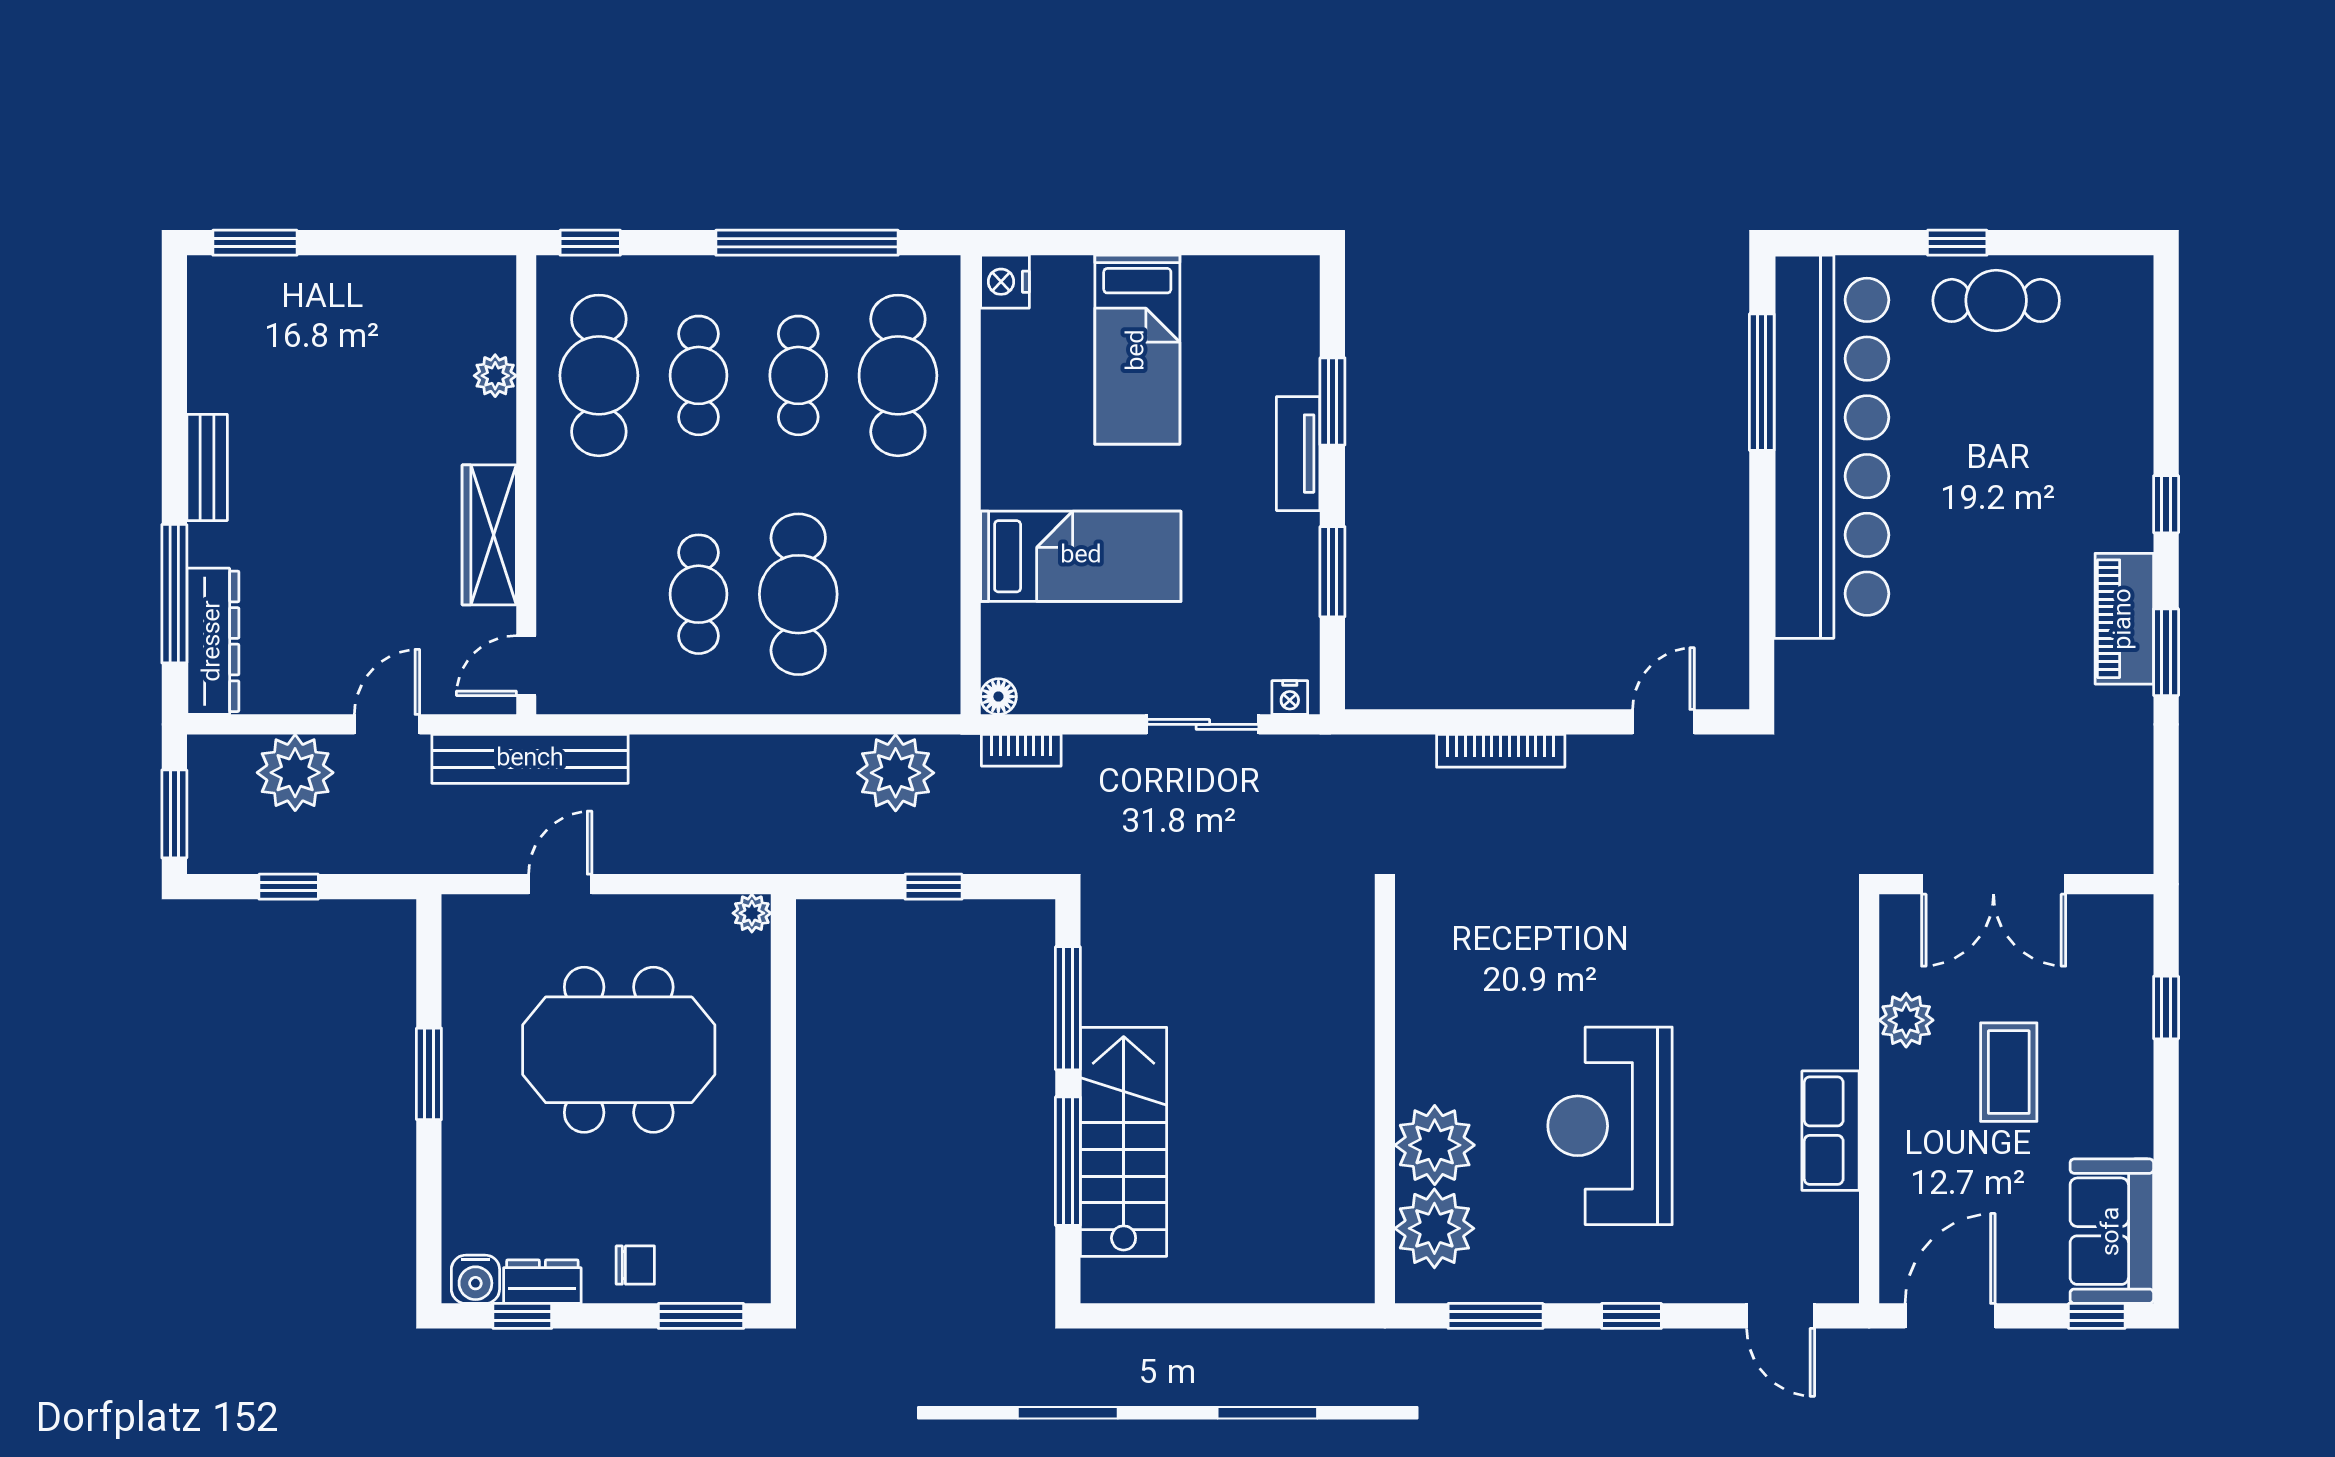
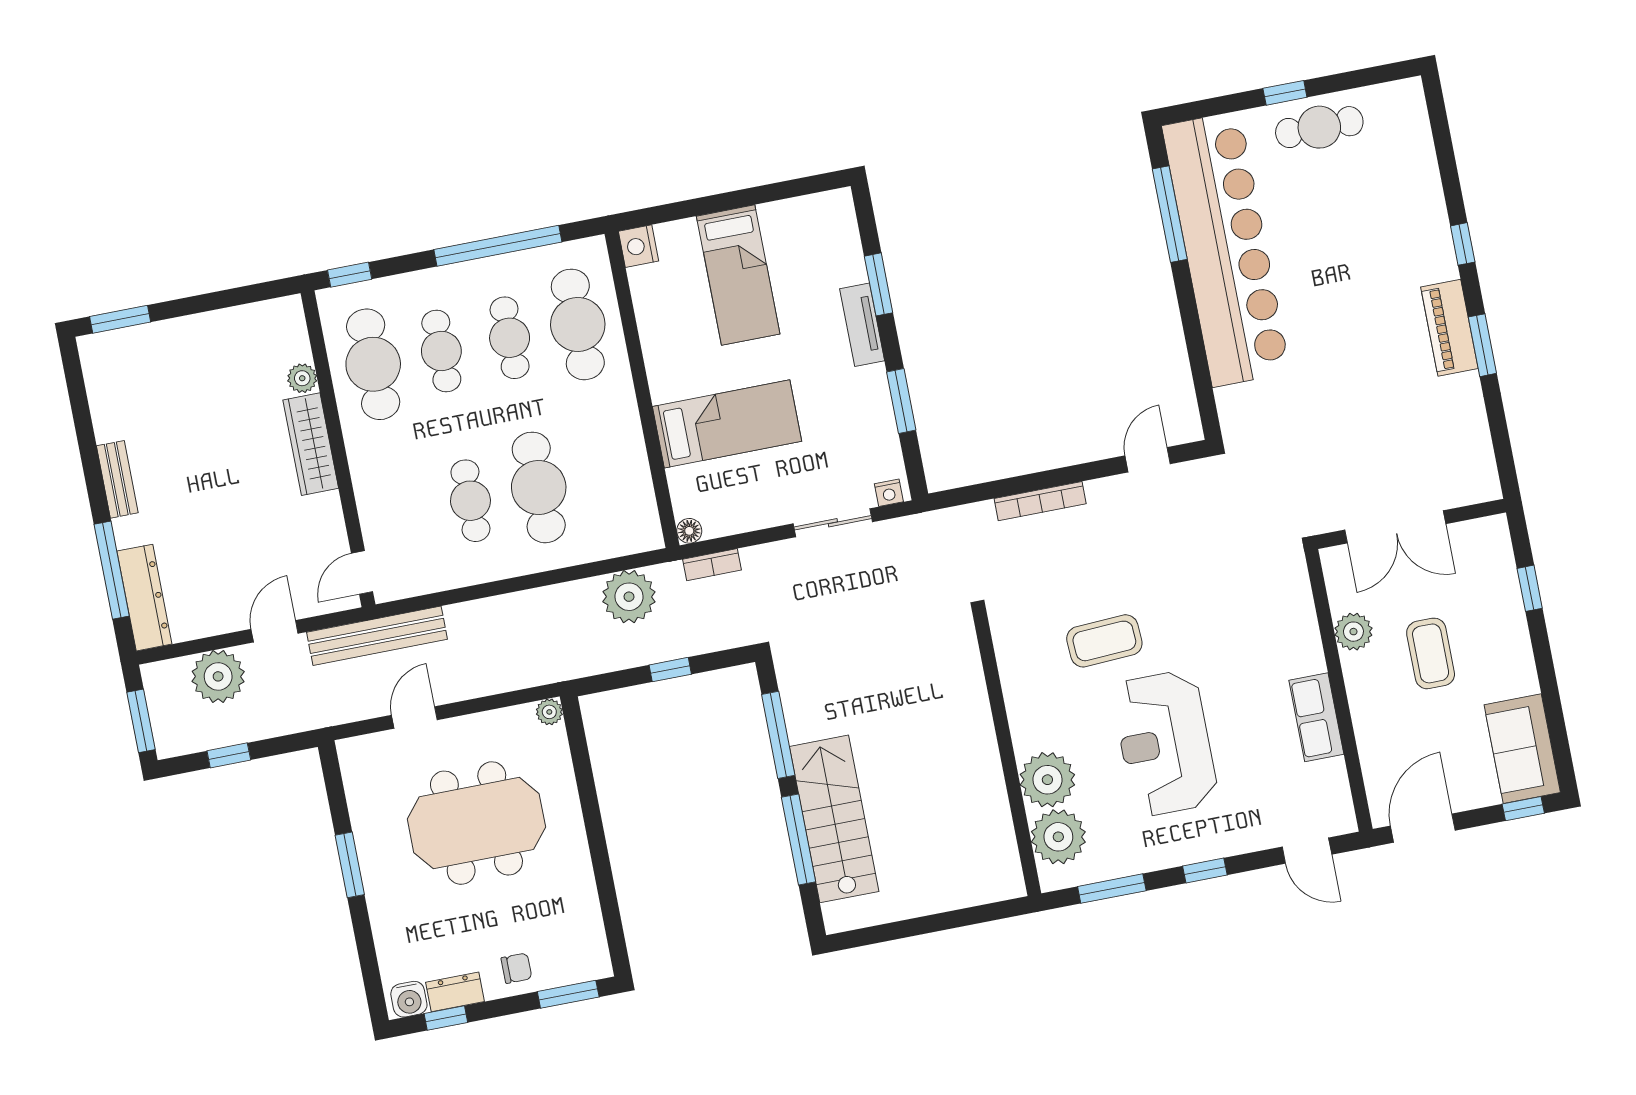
wardrobe: (489, 535) -> (311, 444), moved
coffee table: (1553, 965) -> (1104, 641), added

